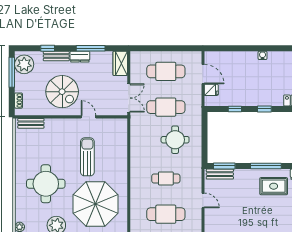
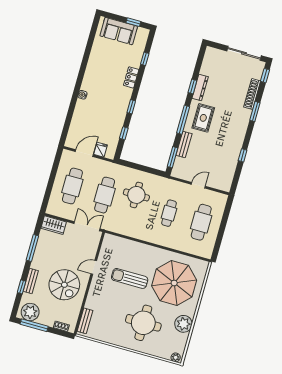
dresser: (80, 57) -> (37, 260), removed
spiral stairs: (62, 92) -> (64, 285), turned 90
bench: (220, 174) -> (184, 145), moved

